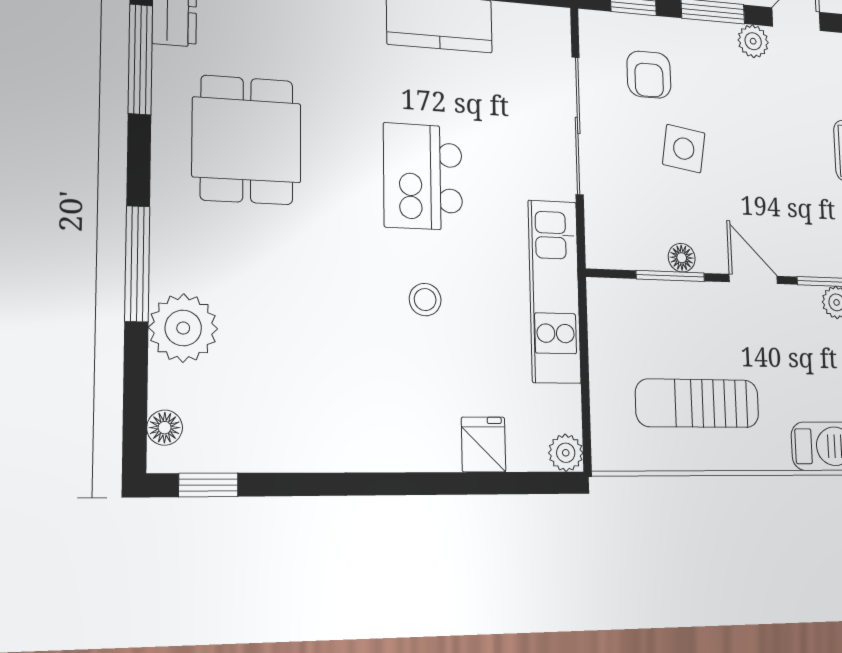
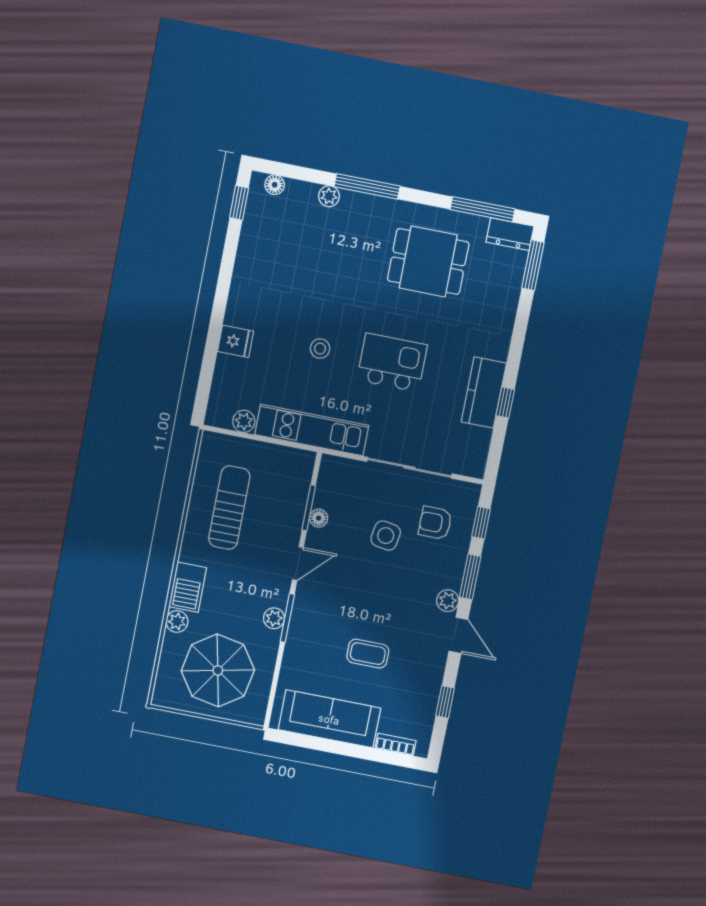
plant: (183, 328) -> (329, 196), width x0.53, depth x0.53
fridge: (484, 444) -> (236, 341), moved
plant: (566, 453) -> (244, 421), moved

